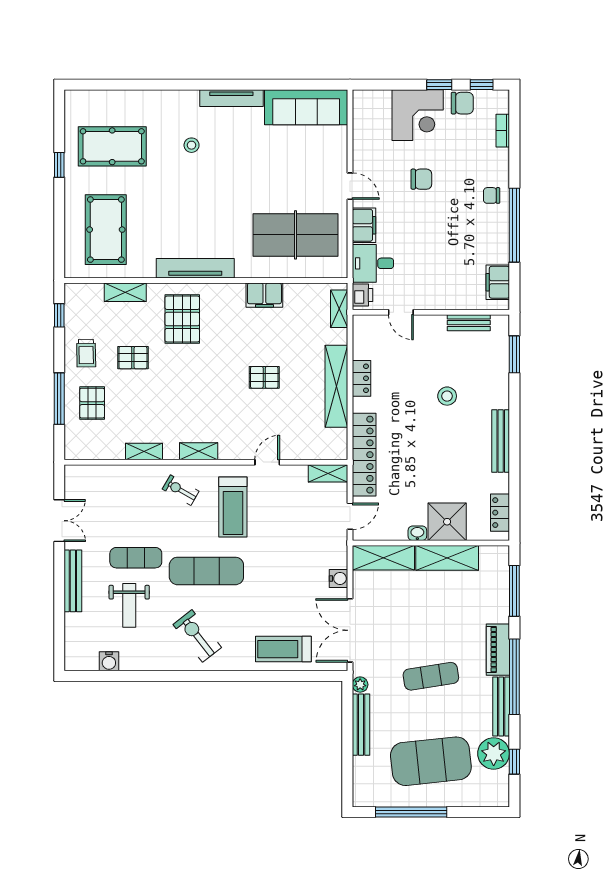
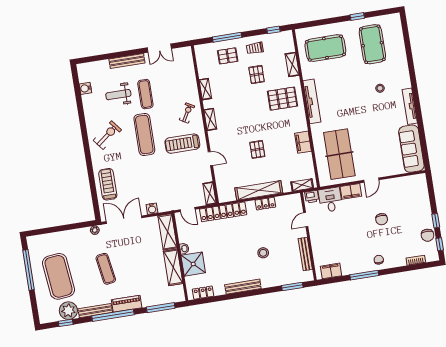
corner desk: (418, 115) -> (417, 211), removed
window: (514, 225) -> (364, 275), width x0.68
bench: (469, 323) -> (305, 254), width x1.36
bench: (361, 725) -> (73, 234), removed

